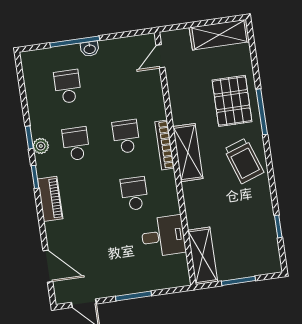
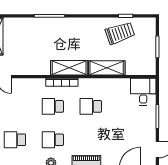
pallet: (232, 101) -> (40, 34), removed
trolley: (244, 161) -> (120, 33), moved
desk: (163, 236) -> (143, 92), moved
shelving: (203, 256) -> (107, 68), moved

